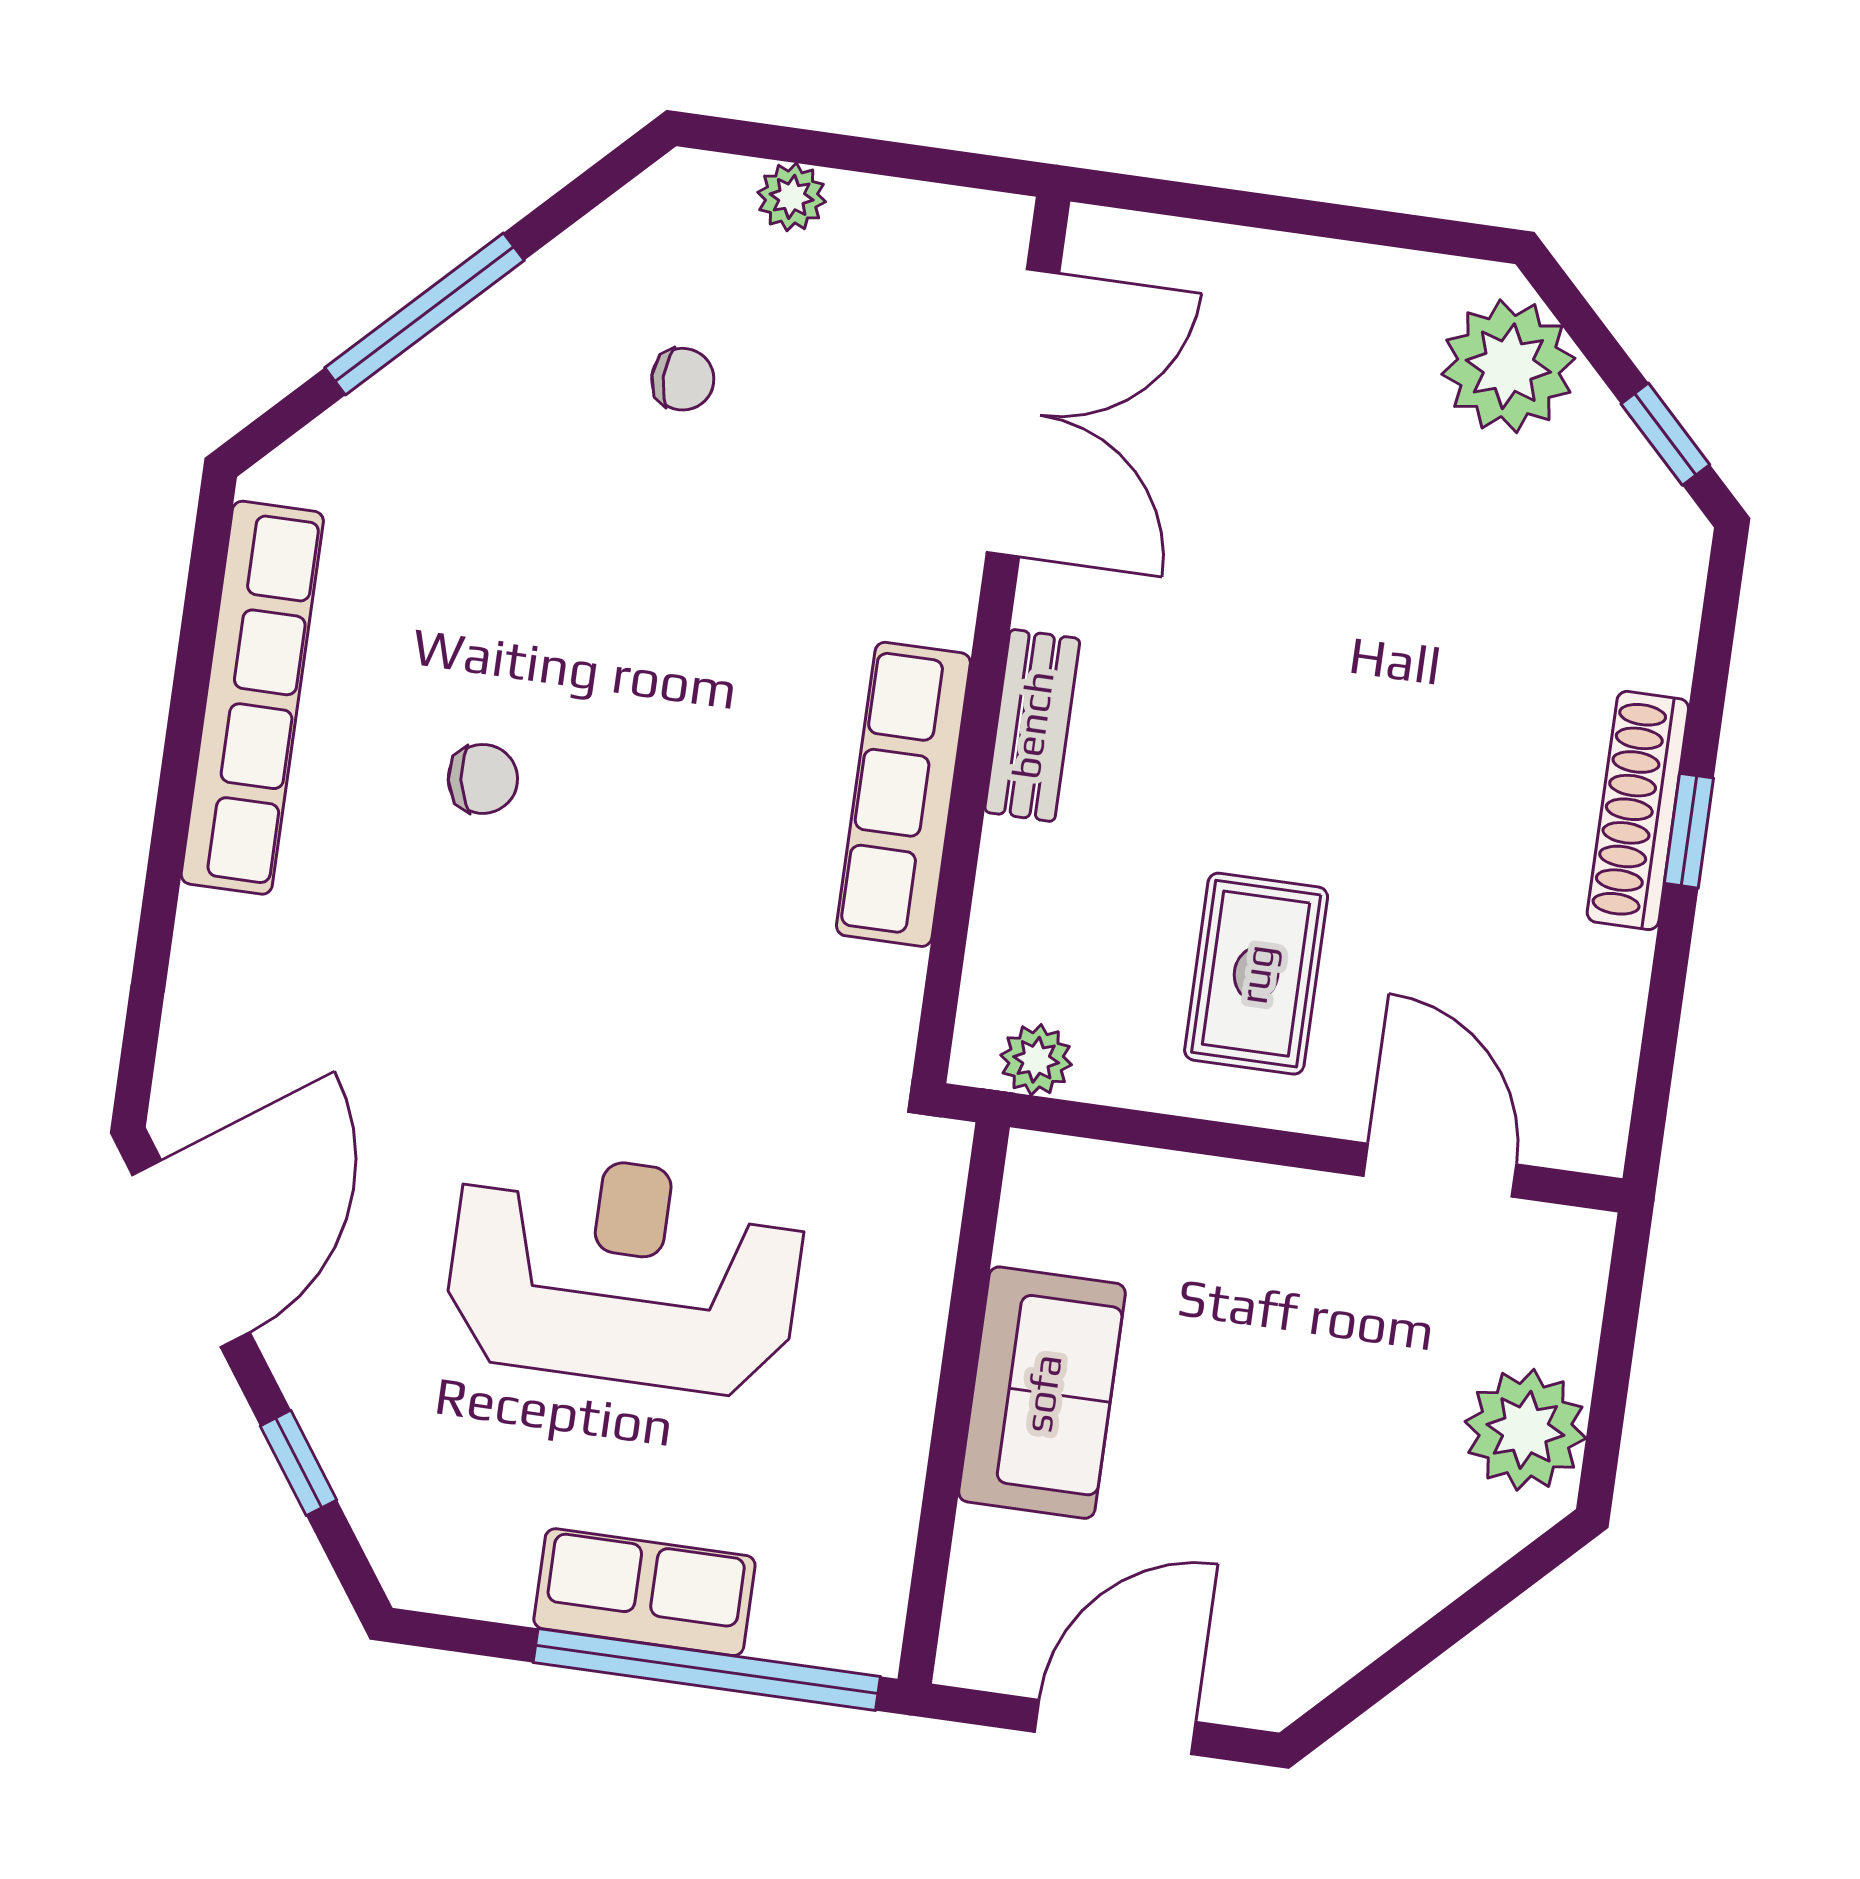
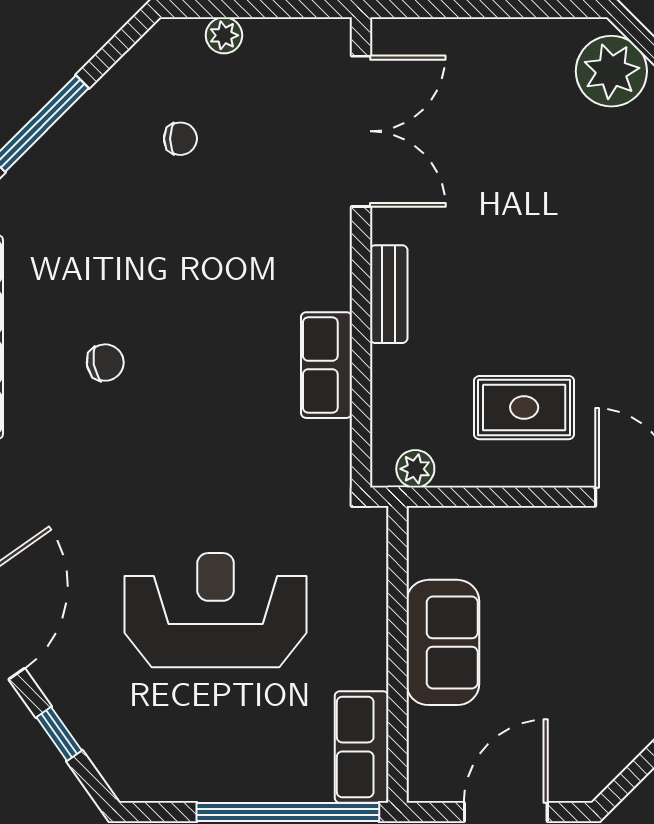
row of seats: (903, 794) -> (326, 365), width x0.68
rug: (1256, 974) -> (524, 408), turned 90
row of seats: (644, 1592) -> (362, 747), moved, turned -90

